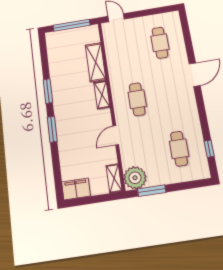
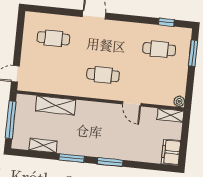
shelving: (102, 95) -> (43, 146), moved
plant: (135, 178) -> (179, 101), width x0.53, depth x0.53
window: (152, 191) -> (193, 53), moved

